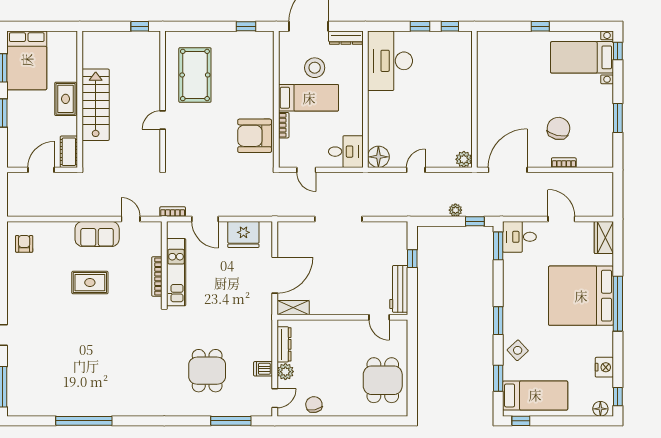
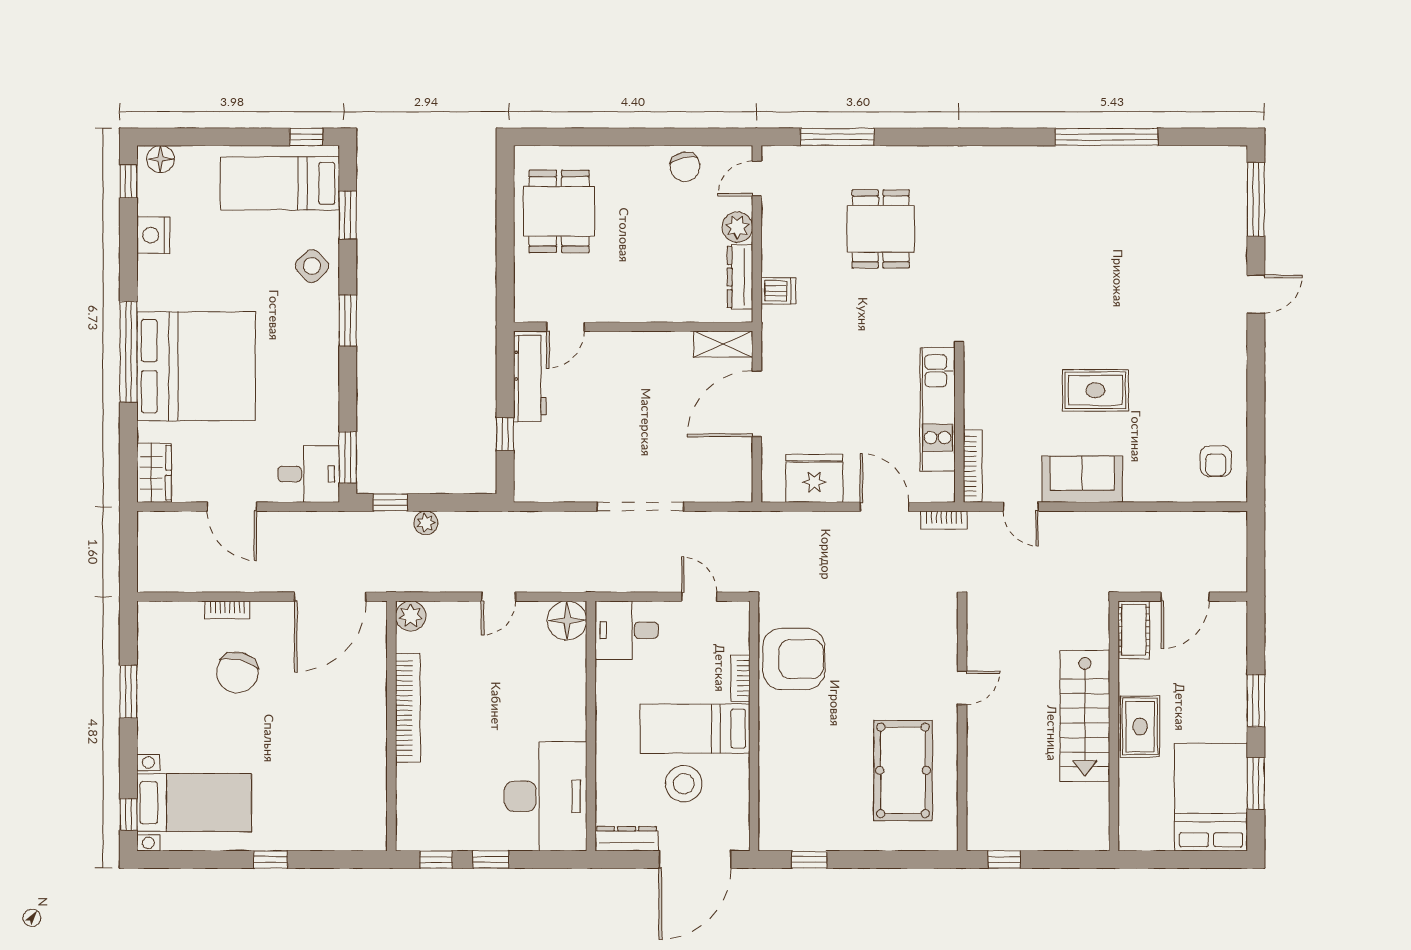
bookcase: (465, 109) -> (408, 708), added
bookcase: (157, 276) -> (973, 466), moved
door: (379, 317) -> (565, 327), swing flipped
dishwasher: (263, 369) -> (778, 291), moved

